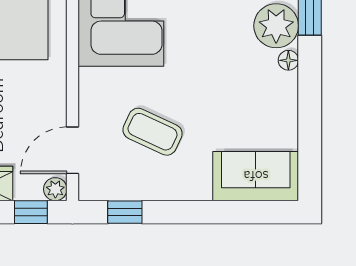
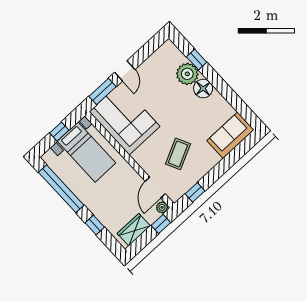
floor lamp: (288, 60) -> (203, 89), width x1.89, depth x1.89
coffee table: (153, 132) -> (178, 154), turned -51

